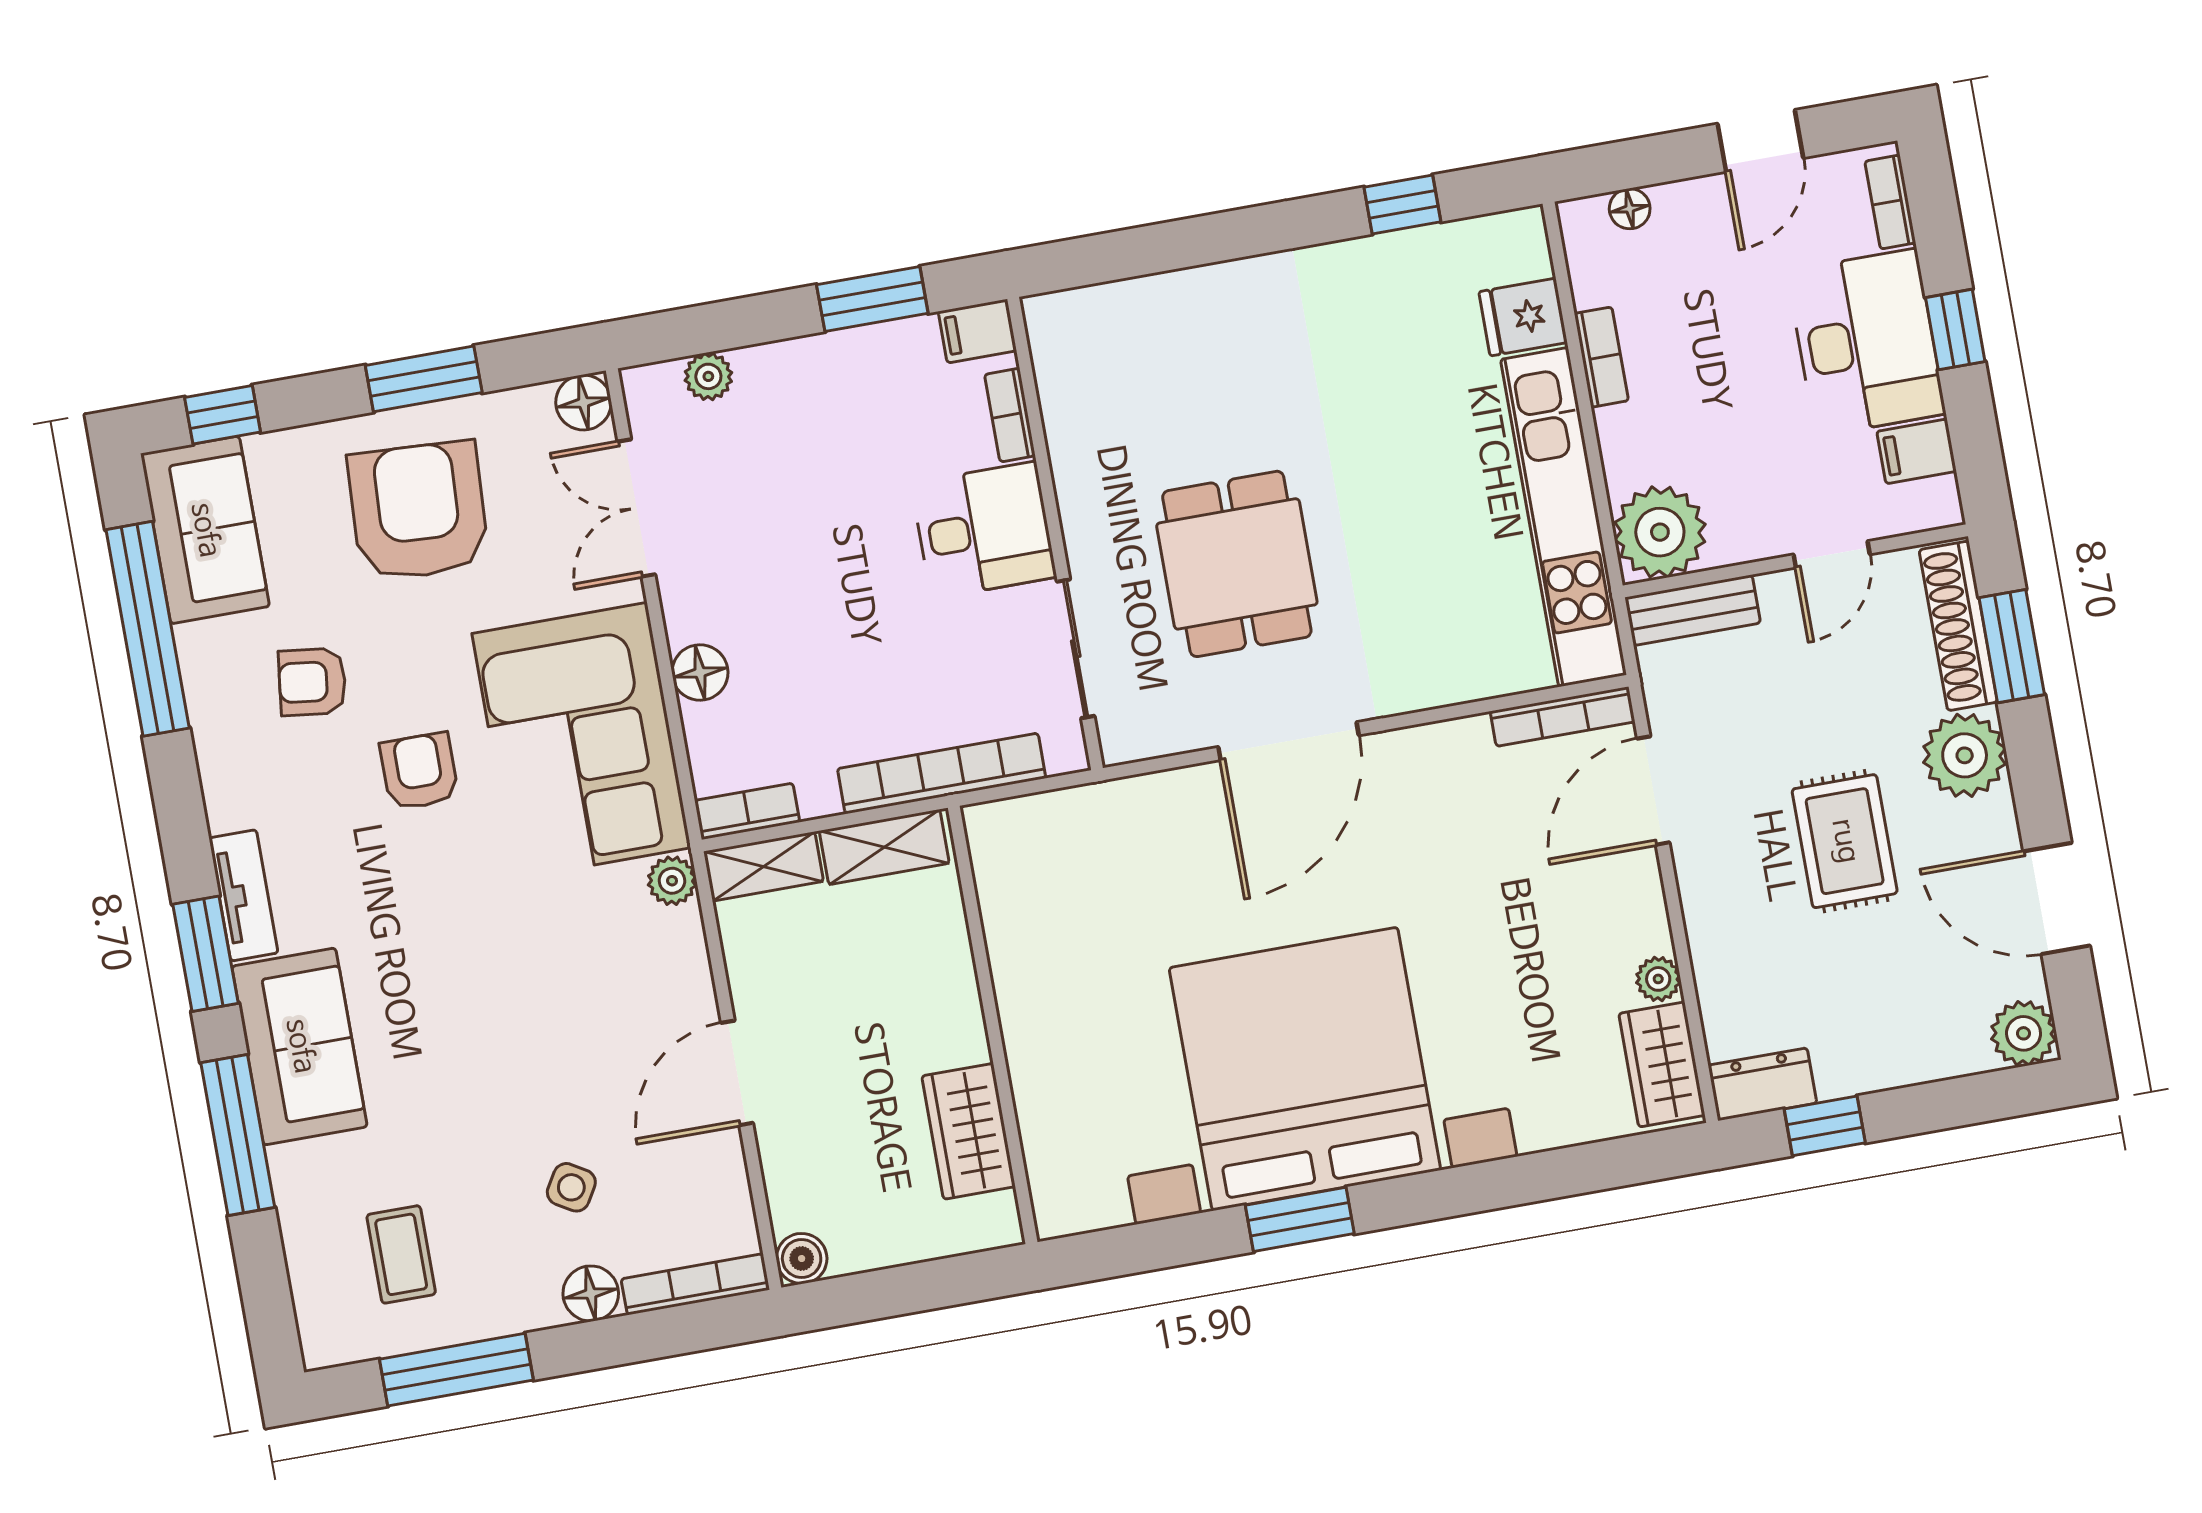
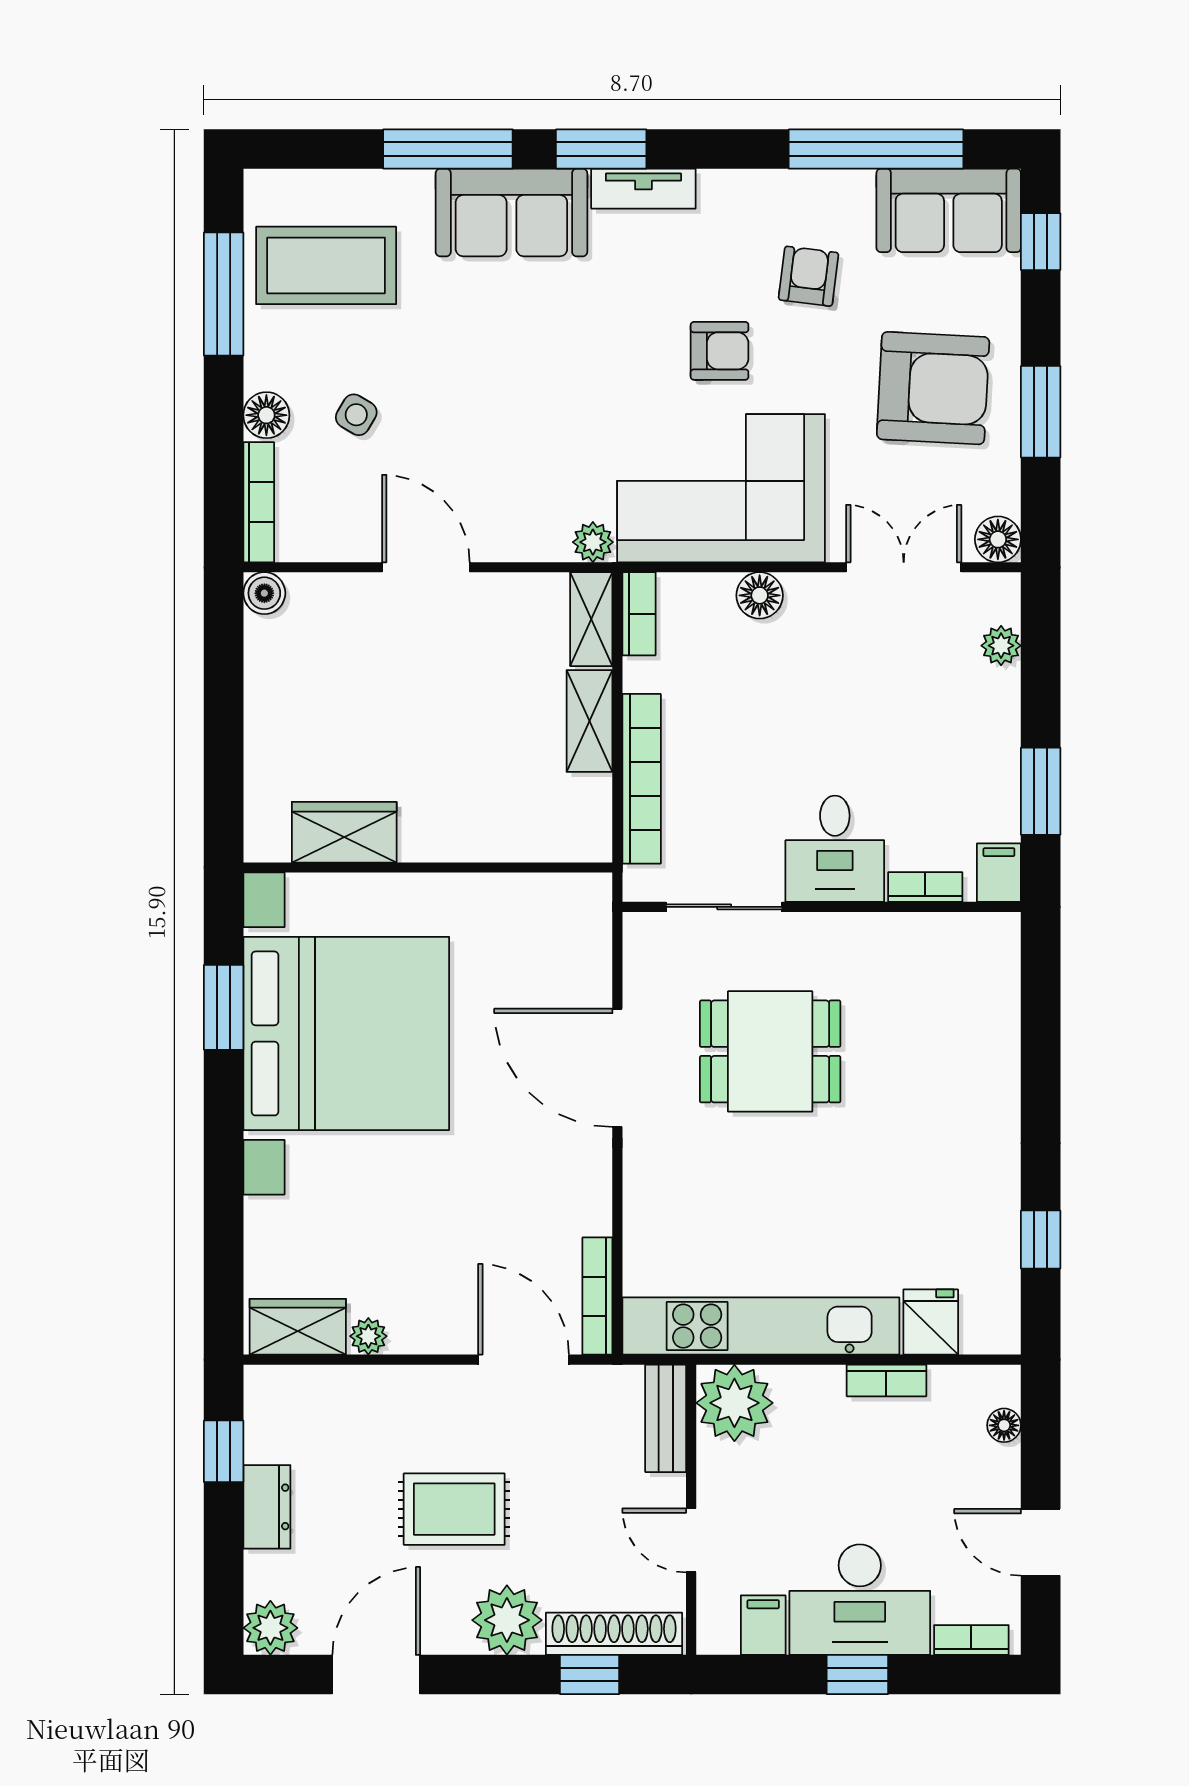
window: (2012, 646) -> (590, 1675), width x0.67
wall: (993, 1025) -> (428, 867), moved
dresser: (1763, 1084) -> (267, 1507), moved
wardrobe: (968, 1131) -> (344, 832), moved
coffee table: (401, 1254) -> (326, 265), width x1.86, depth x1.72

